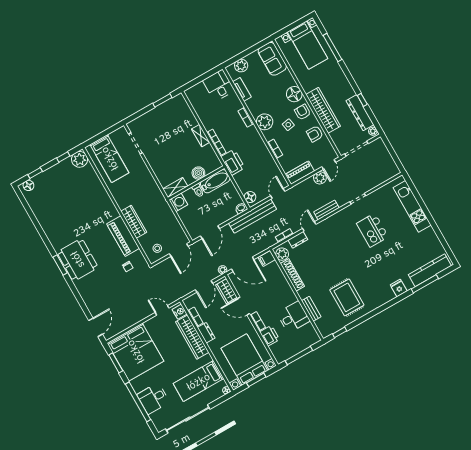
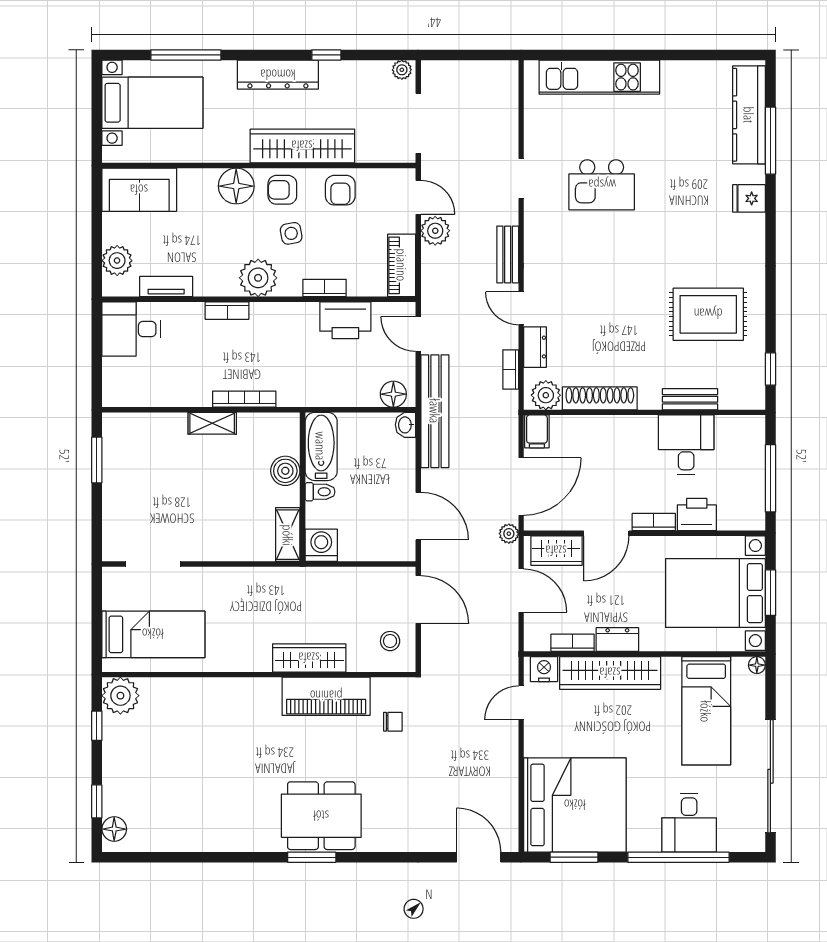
dresser: (360, 113) -> (278, 75), moved
printer: (233, 162) -> (345, 320), moved, turned 180

